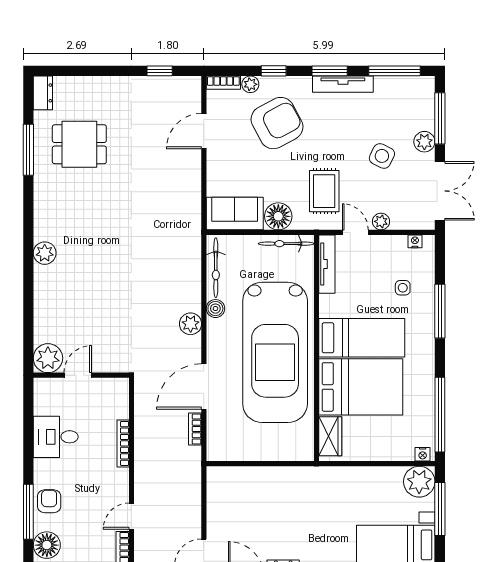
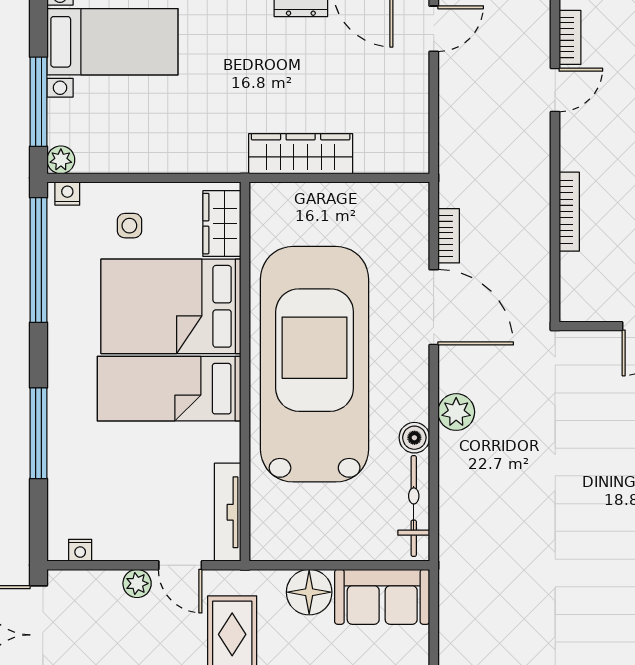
bicycle: (286, 244) -> (296, 546), removed
side table: (403, 288) -> (129, 226), moved
door: (204, 386) -> (434, 307), hinge flipped
wardrobe: (283, 478) -> (301, 154), added
plant: (419, 482) -> (61, 160), width x0.53, depth x0.53

